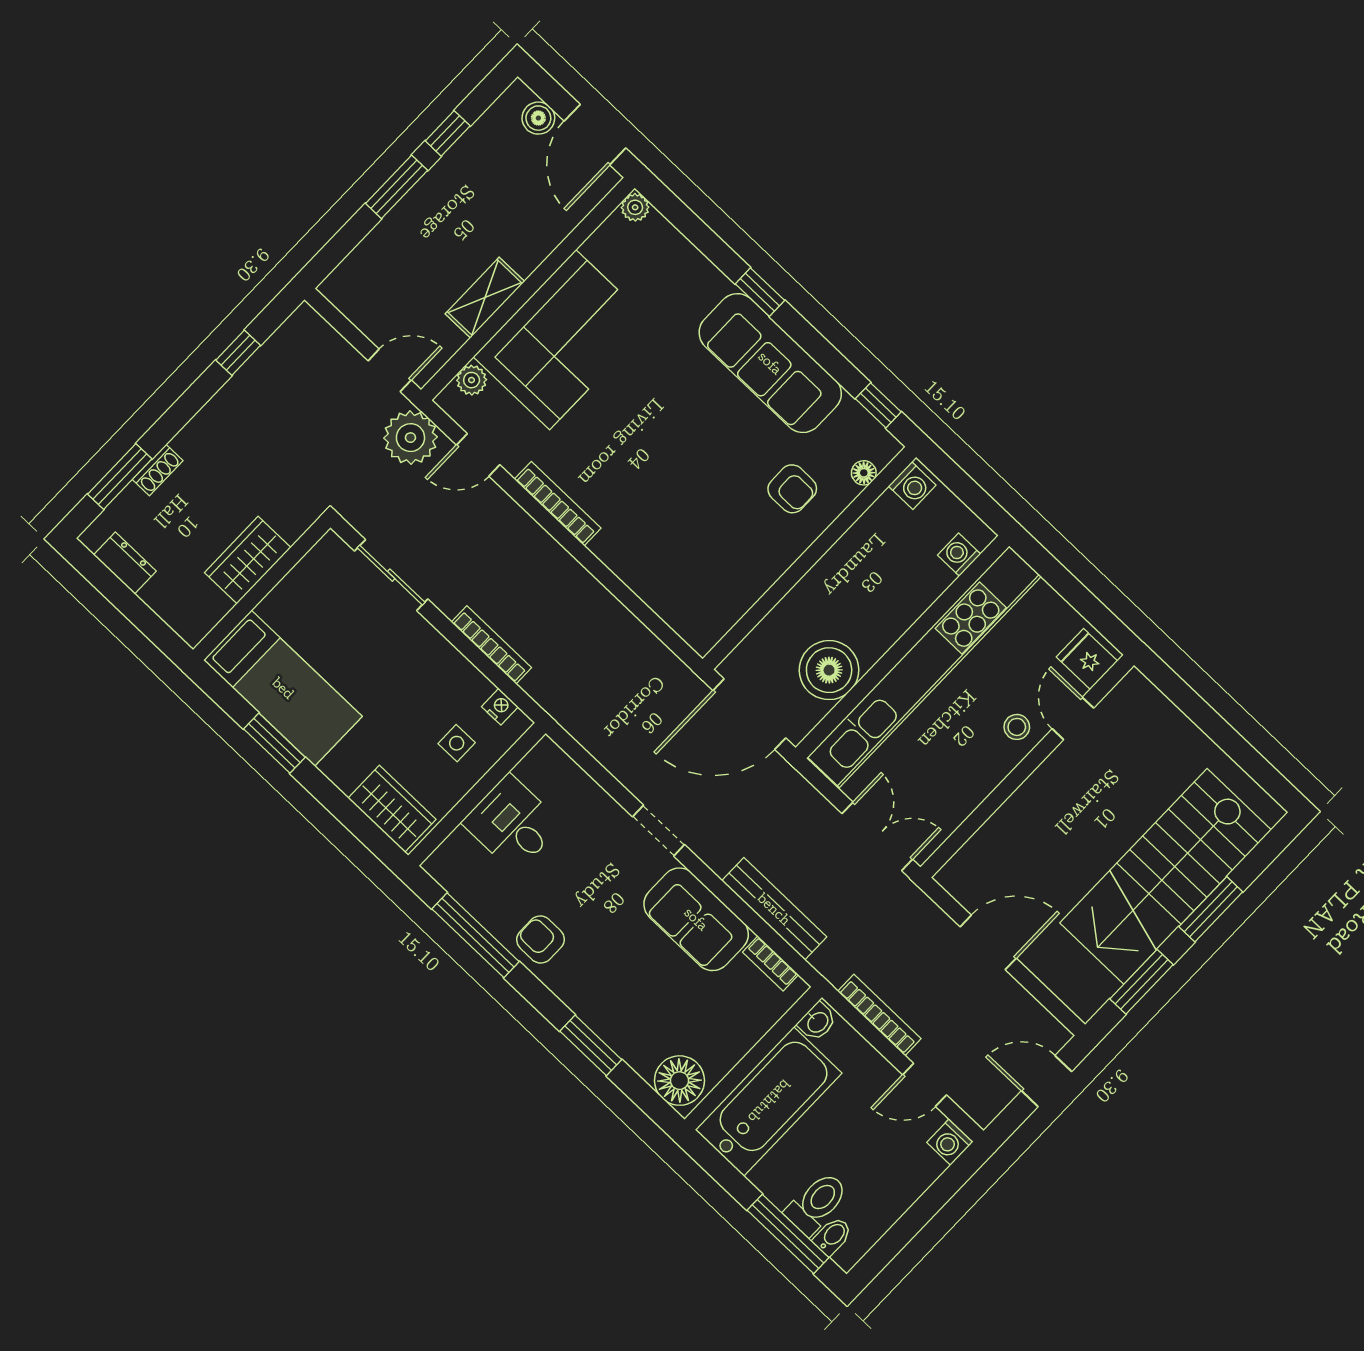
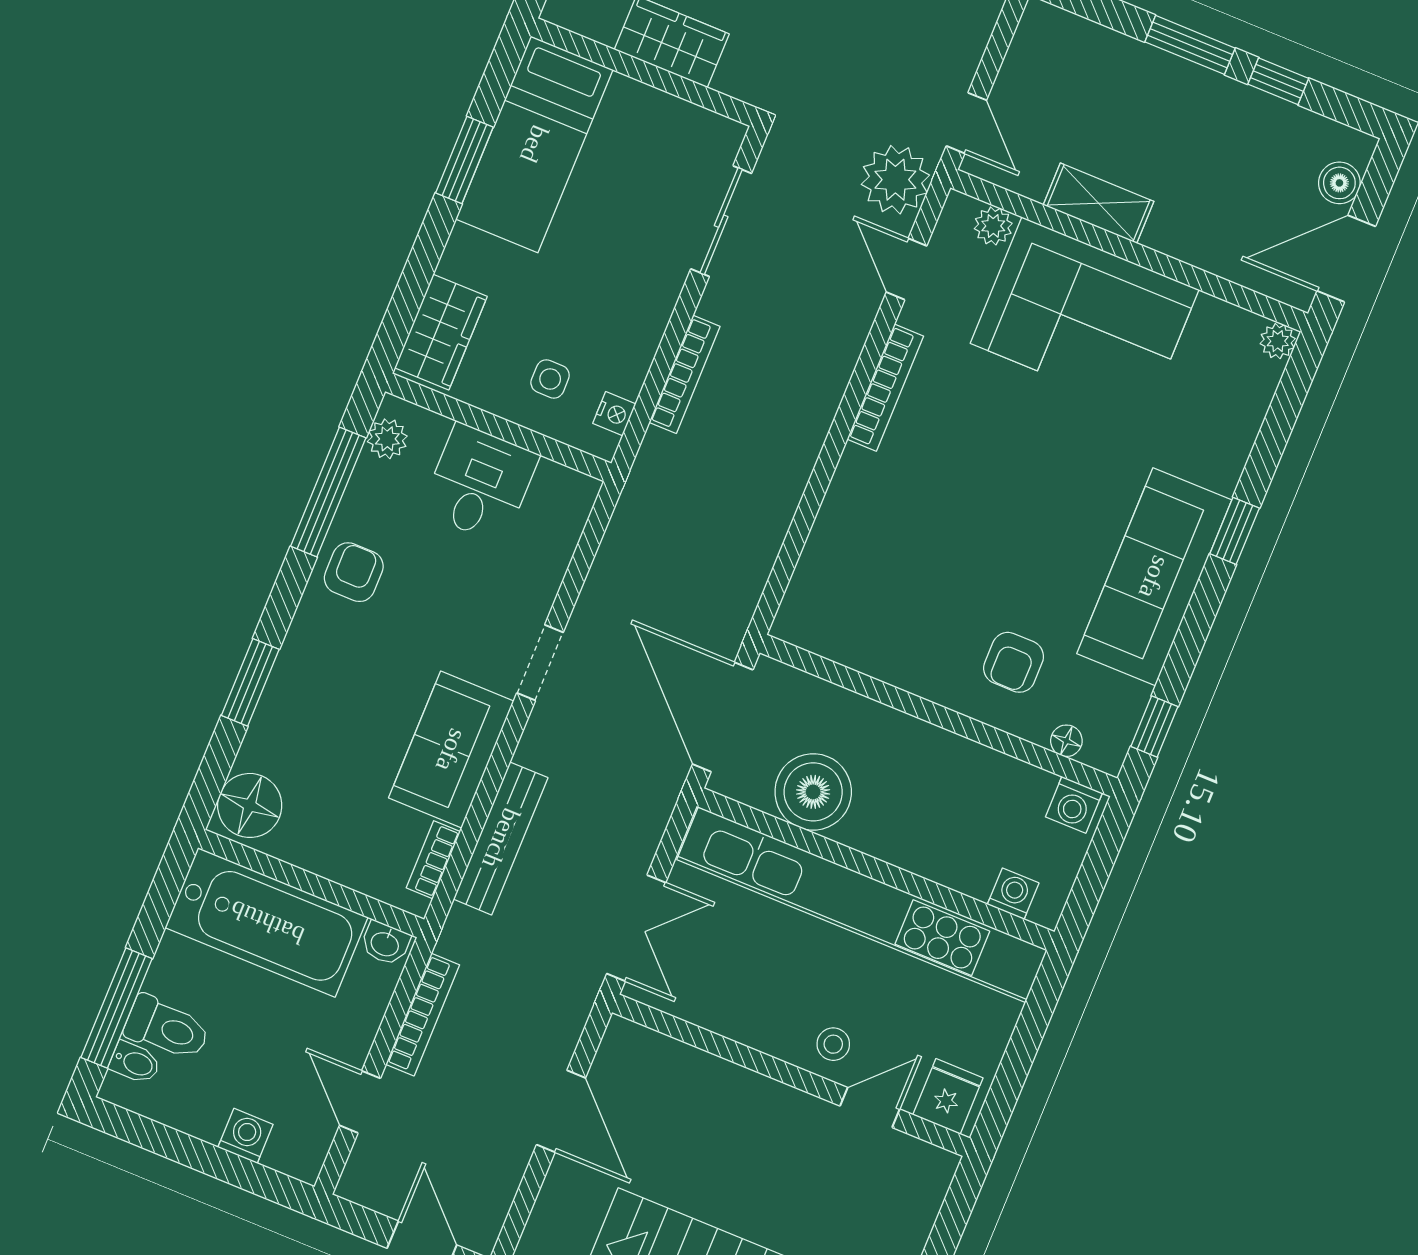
plant: (454, 878) -> (387, 439), added
washing machine: (950, 1142) -> (245, 1136), moved, turned 90

